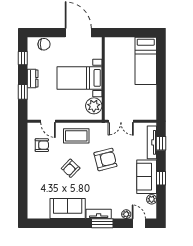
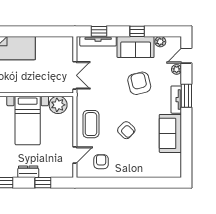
armchair: (105, 159) -> (139, 83), moved

